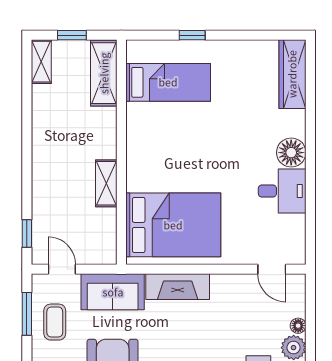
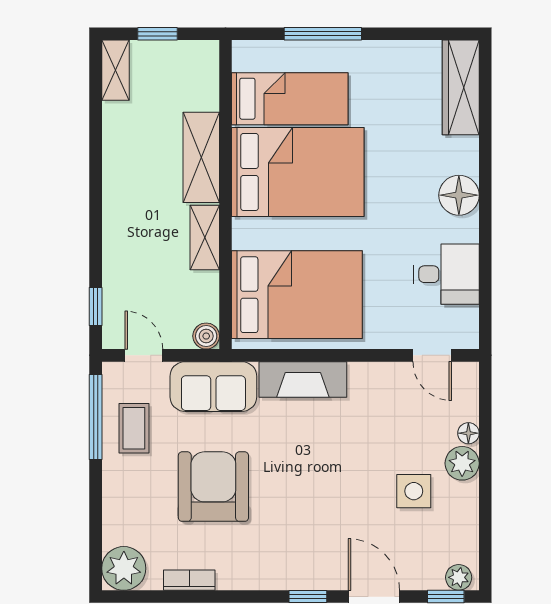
window: (192, 35) -> (323, 34), width x2.17
shelving: (104, 73) -> (201, 157), moved
bed: (174, 136) -> (298, 172), added
desk: (282, 191) -> (446, 274), moved
boiler: (107, 255) -> (206, 336), added
window: (27, 314) -> (96, 417), width x1.44

